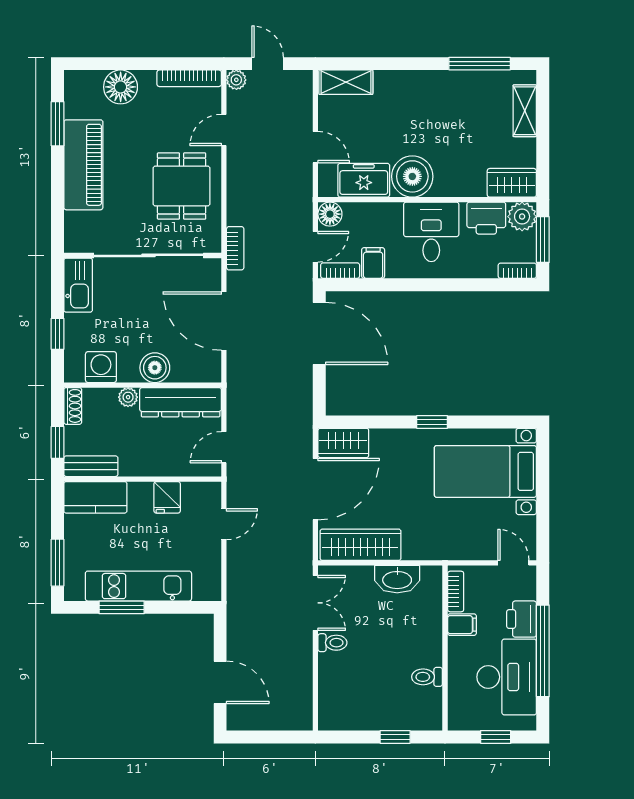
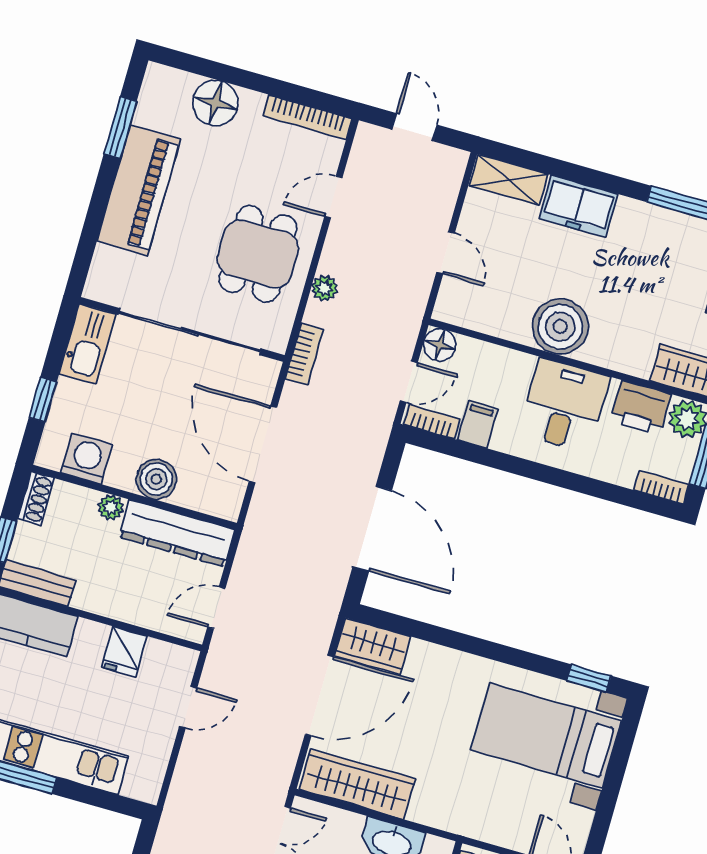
plant: (236, 80) -> (325, 288), moved
freezer: (364, 180) -> (578, 206), moved, turned 180
door: (319, 333) -> (372, 529), moved
window: (432, 422) -> (589, 678), moved

